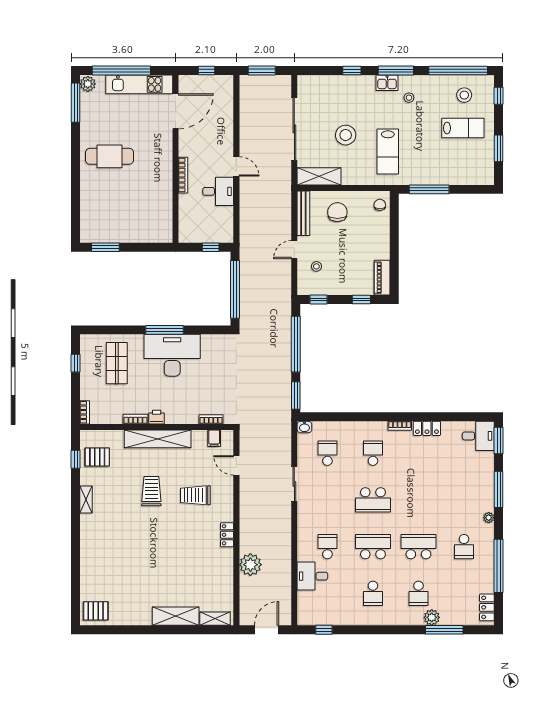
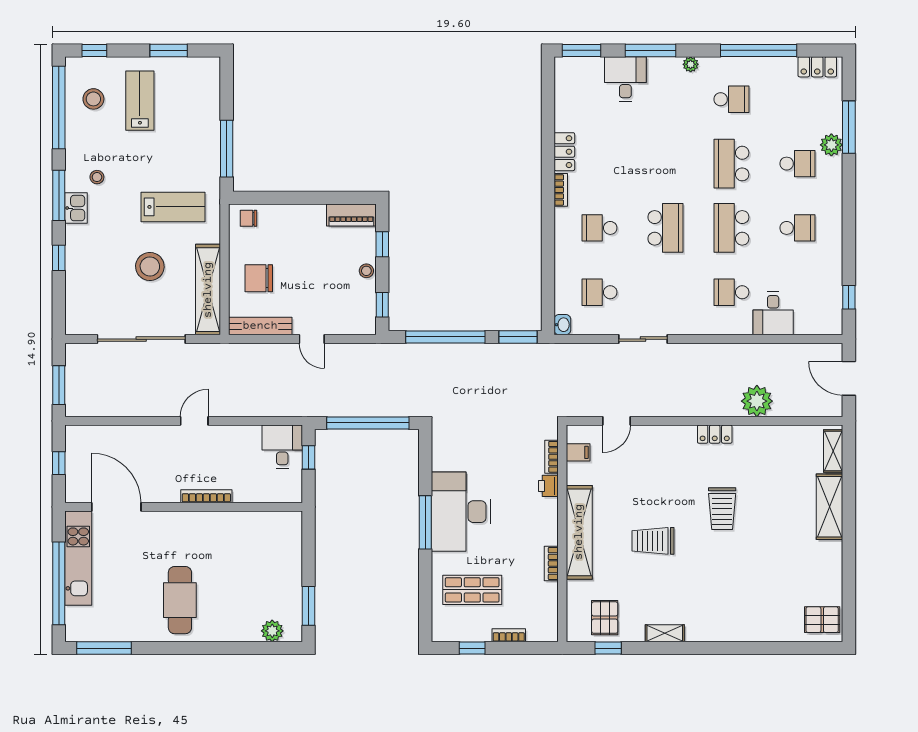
plant: (88, 84) -> (272, 631), moved
shelving: (319, 176) -> (208, 290), width x1.47
desk: (218, 191) -> (282, 447), moved
stool: (316, 266) -> (366, 271), moved
bookcase: (85, 412) -> (509, 635), moved
printer: (157, 417) -> (548, 486), moved
desk: (478, 436) -> (625, 79), moved
trolley: (195, 495) -> (722, 509), moved
pallet: (96, 611) -> (822, 620), turned 90

